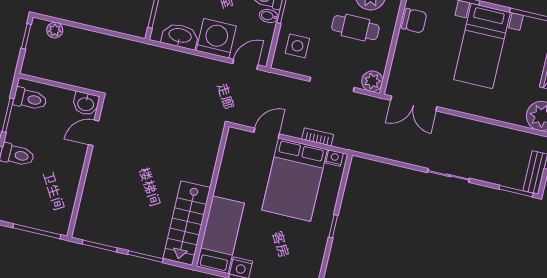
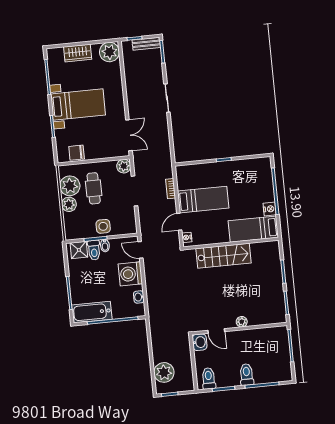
chair: (414, 21) -> (77, 153), turned -90
plant: (55, 30) -> (164, 372), width x1.88, depth x1.88
washbasin: (180, 36) -> (139, 297), width x0.52, depth x0.69
side table: (297, 46) -> (103, 226), moved
door: (267, 133) -> (179, 222), hinge flipped
nightstand: (334, 158) -> (187, 237), moved
plant: (94, 173) -> (242, 322), added
bed: (295, 180) -> (203, 200), width x0.67
stairs: (187, 223) -> (223, 256), moved

